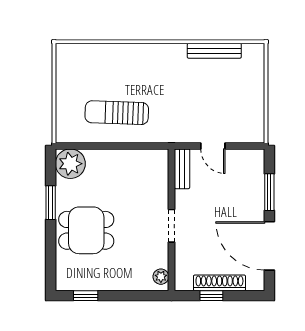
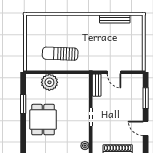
plant: (70, 164) -> (49, 82), moved
dining table: (86, 230) -> (43, 120), turned 90
door: (269, 246) -> (146, 128), width x0.53

